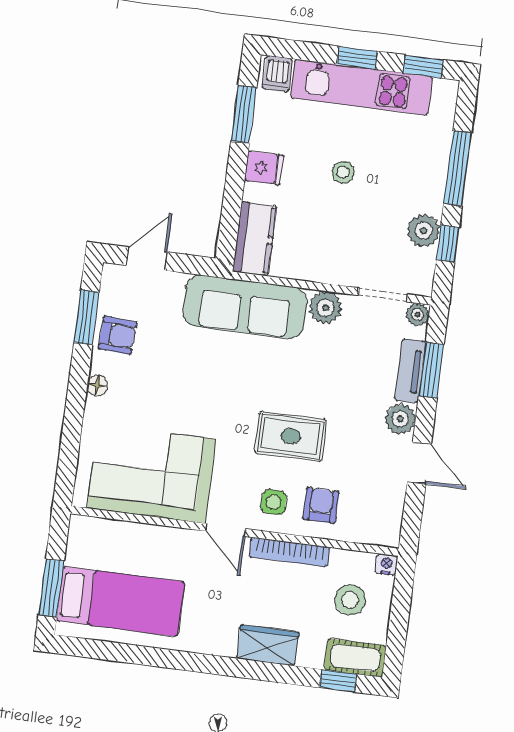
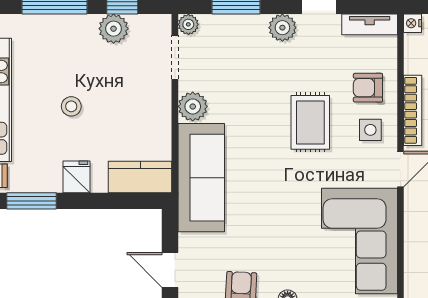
tv unit: (410, 371) -> (370, 24), moved

